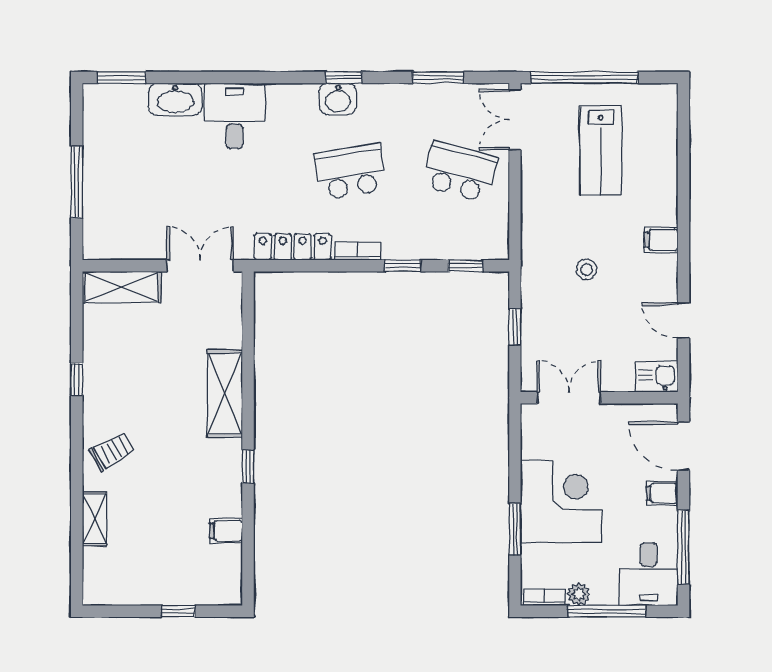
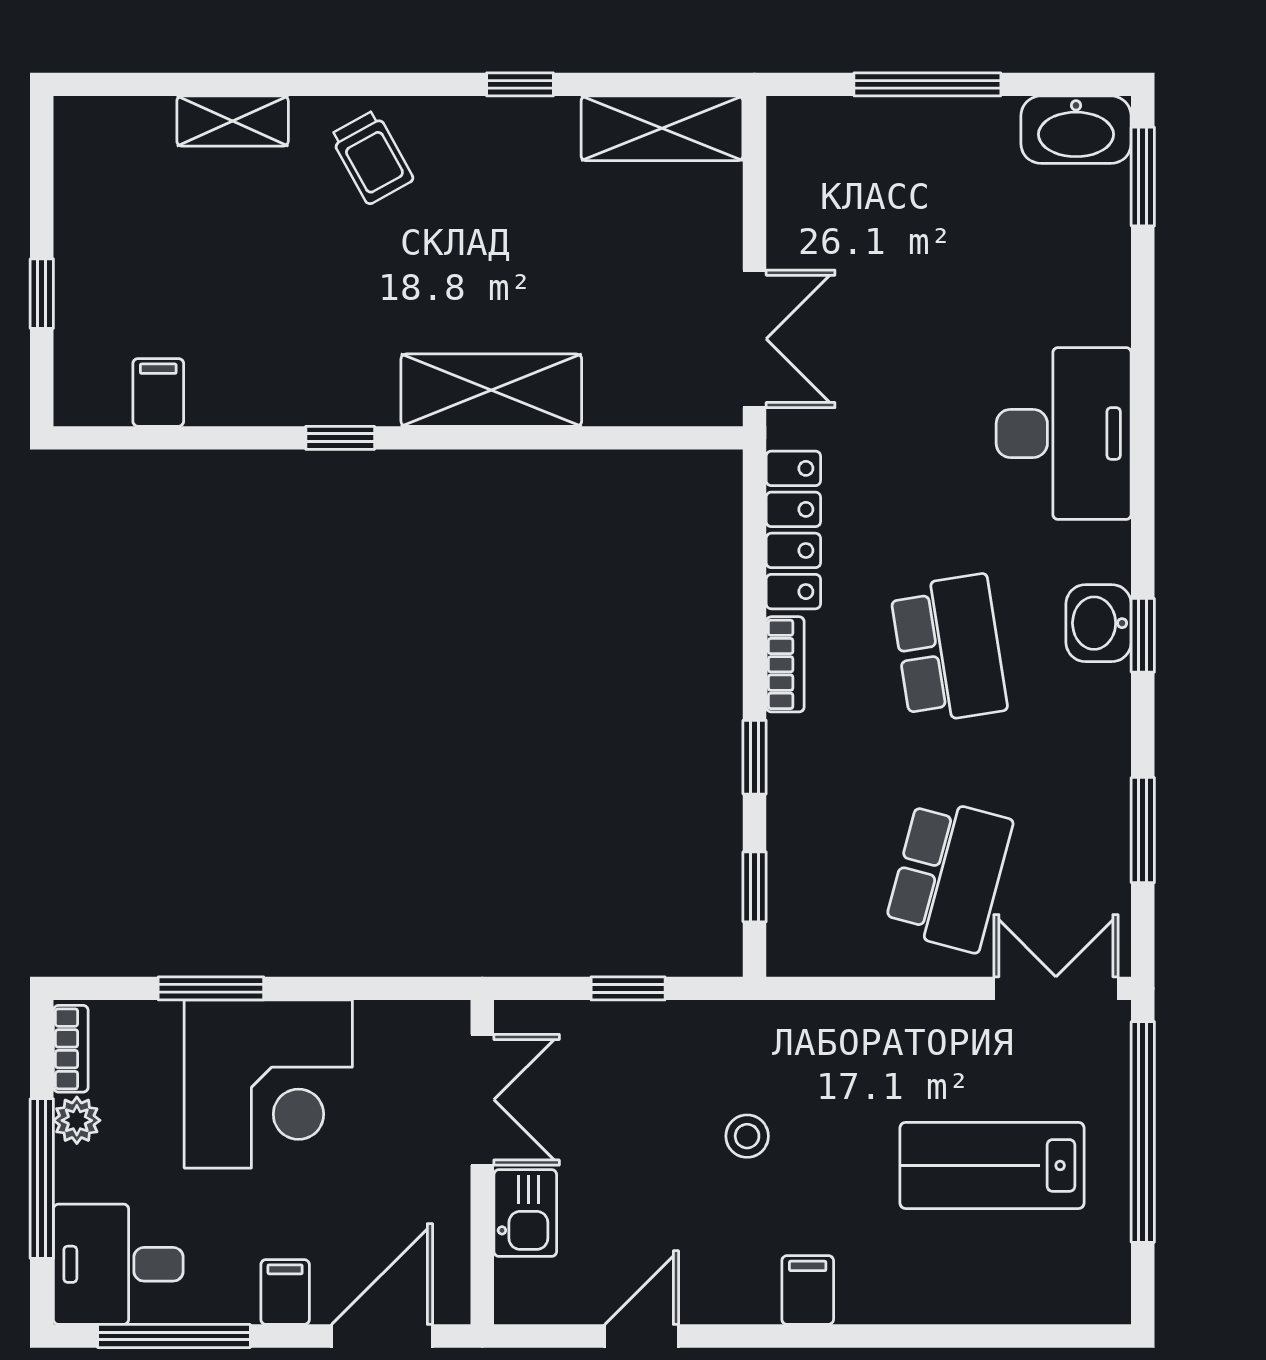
washbasin: (175, 99) -> (1076, 130), moved, turned -90
desk: (235, 116) -> (1064, 433), width x1.37
shelving: (122, 287) -> (662, 128), moved, turned 90
kitchen sink: (657, 377) -> (525, 1213), moved
filing cabinet: (226, 531) -> (158, 392), moved

